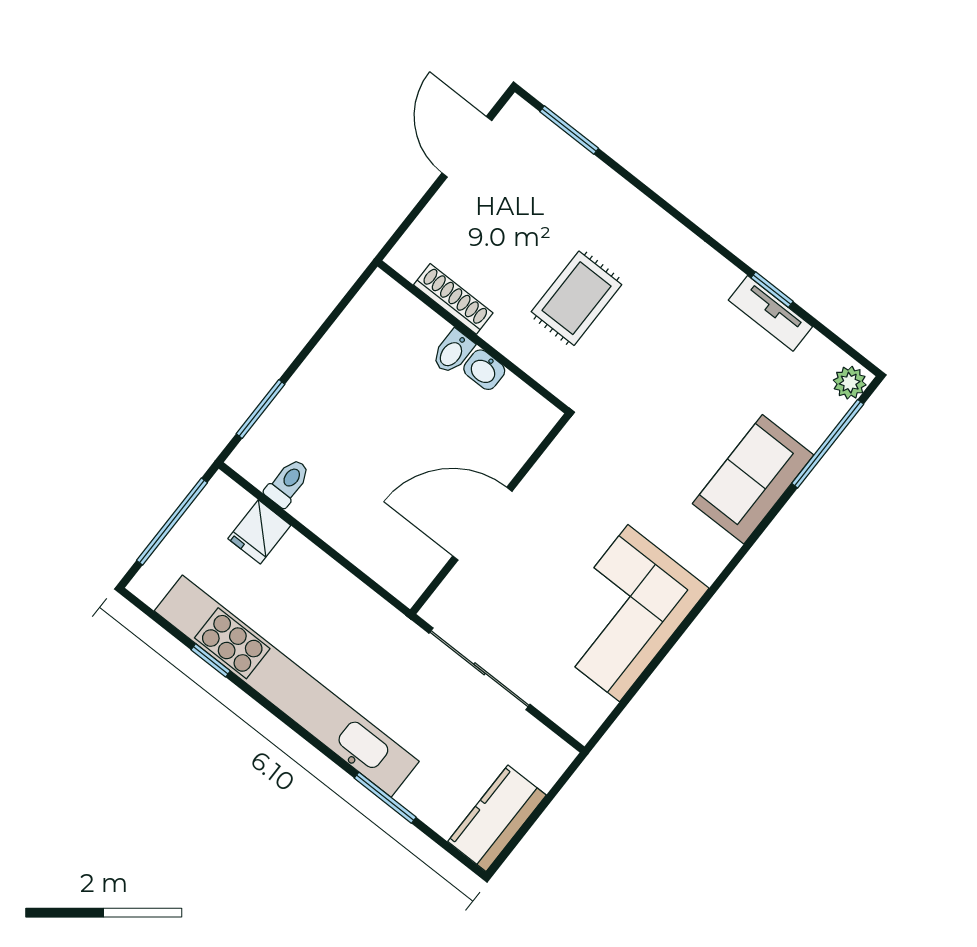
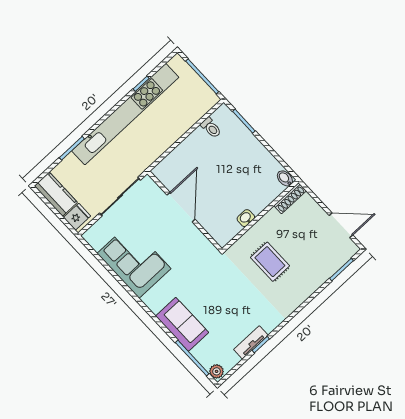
shoe rack: (453, 299) -> (290, 198), moved
bidet: (453, 352) -> (285, 178), moved
fridge: (259, 532) -> (77, 217), moved, turned 90

